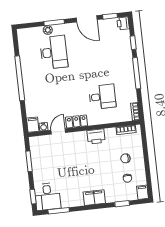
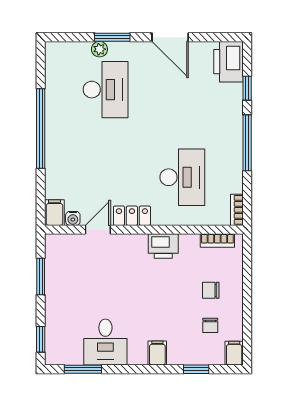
window: (110, 16) -> (212, 37), removed
printer: (123, 23) -> (228, 62), width x1.87, depth x1.48
desk: (102, 97) -> (182, 177), width x1.37
desk: (48, 197) -> (105, 342), moved
filing cabinet: (94, 198) -> (157, 353), width x0.50

